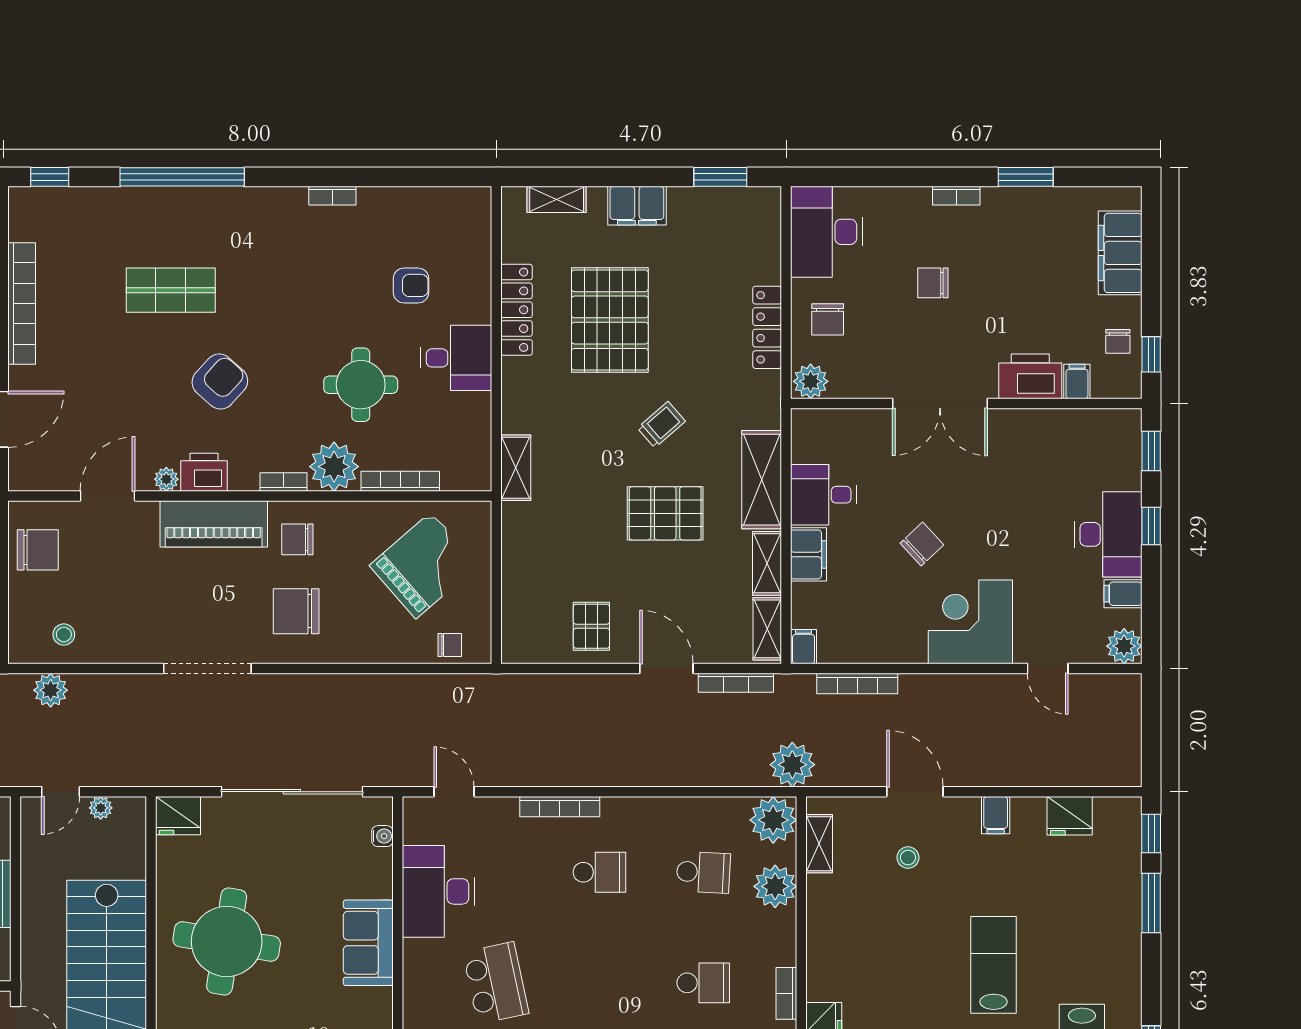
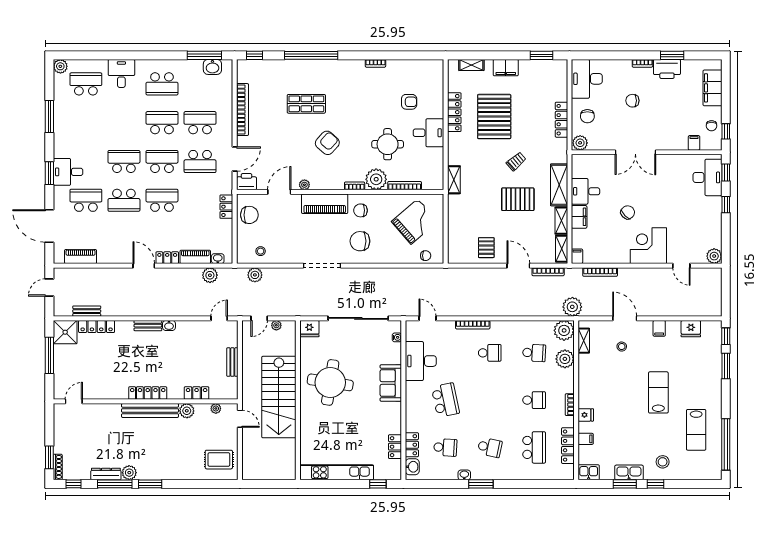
printer: (1030, 376) -> (667, 69), moved, turned 180
printer: (204, 472) -> (246, 182), moved
desk: (1108, 534) -> (707, 177), moved
filing cabinet: (1123, 594) -> (714, 234), removed

